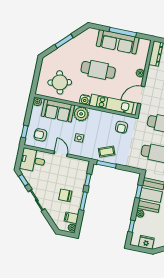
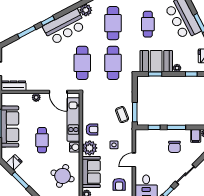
fridge: (82, 39) -> (14, 162), added
cafe table: (98, 70) -> (42, 140), width x0.73, depth x0.74
round table: (60, 82) -> (63, 176), turned 33
armchair: (121, 127) -> (92, 129), moved

